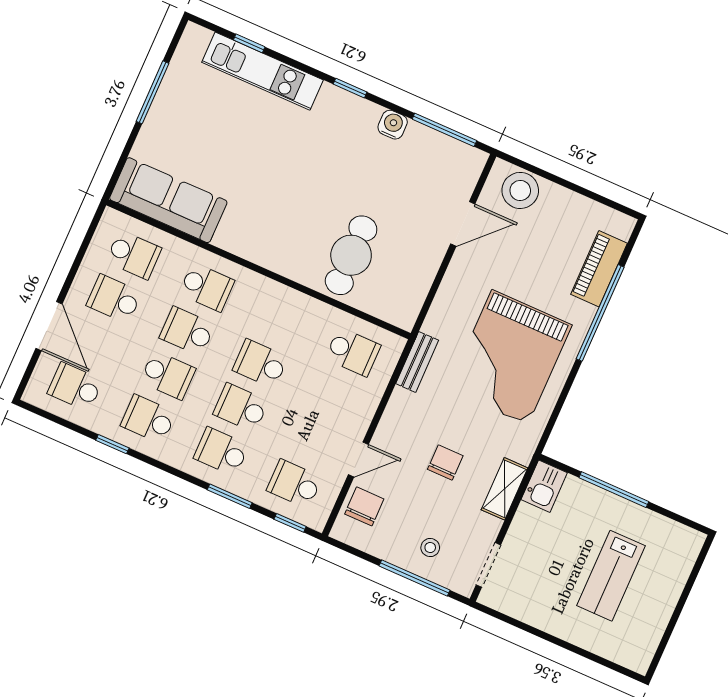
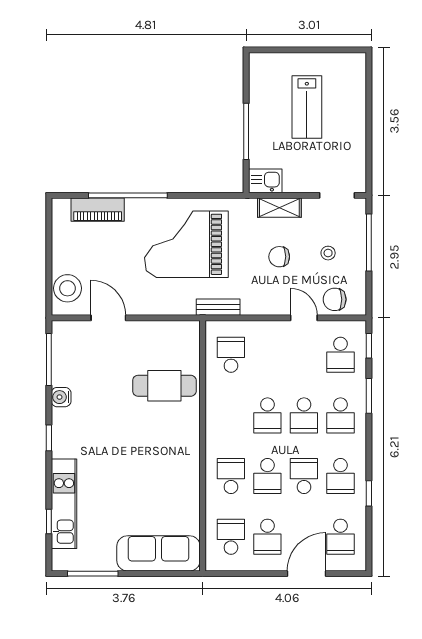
window: (153, 92) -> (93, 574), moved
sofa: (168, 200) -> (159, 553), moved, turned 90
grand piano: (510, 357) -> (186, 244), turned 180
stool: (430, 547) -> (328, 253), moved
lab bench: (611, 576) -> (307, 107), turned 90

